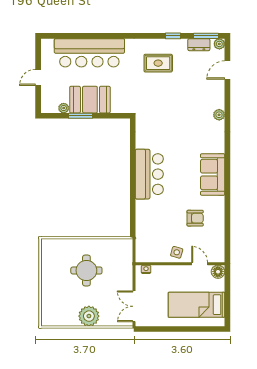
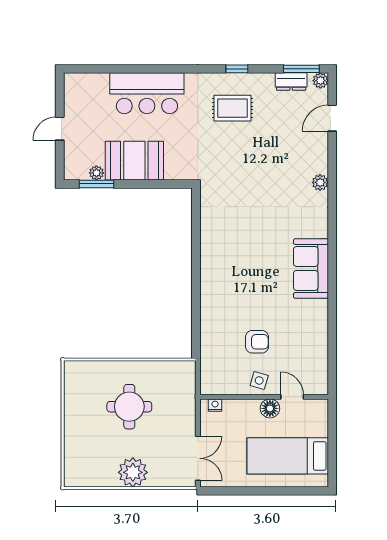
window: (173, 36) -> (237, 69), moved
bar counter: (89, 53) -> (147, 93), width x0.73
window: (80, 116) -> (97, 184), moved
bar counter: (149, 174) -> (220, 268), removed
armchair: (195, 218) -> (257, 342), moved
floor lamp: (218, 272) -> (270, 408), moved
double door: (134, 306) -> (198, 458), swing flipped

